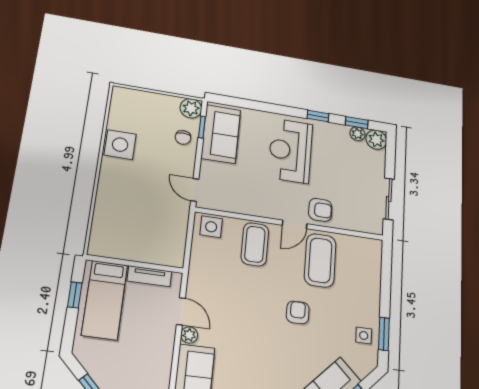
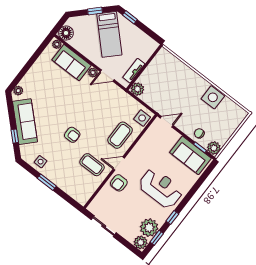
plant: (357, 134) -> (149, 228), width x1.87, depth x1.87
door: (295, 224) -> (119, 163), hinge flipped
coffee table: (255, 244) -> (120, 135), turned 90
plant: (173, 256) -> (137, 89), added
coffee table: (320, 260) -> (92, 165), width x0.73, depth x0.76
window: (75, 295) -> (130, 17), moved
bed: (105, 300) -> (109, 34), moved, turned -135
window: (384, 334) -> (47, 182), moved

